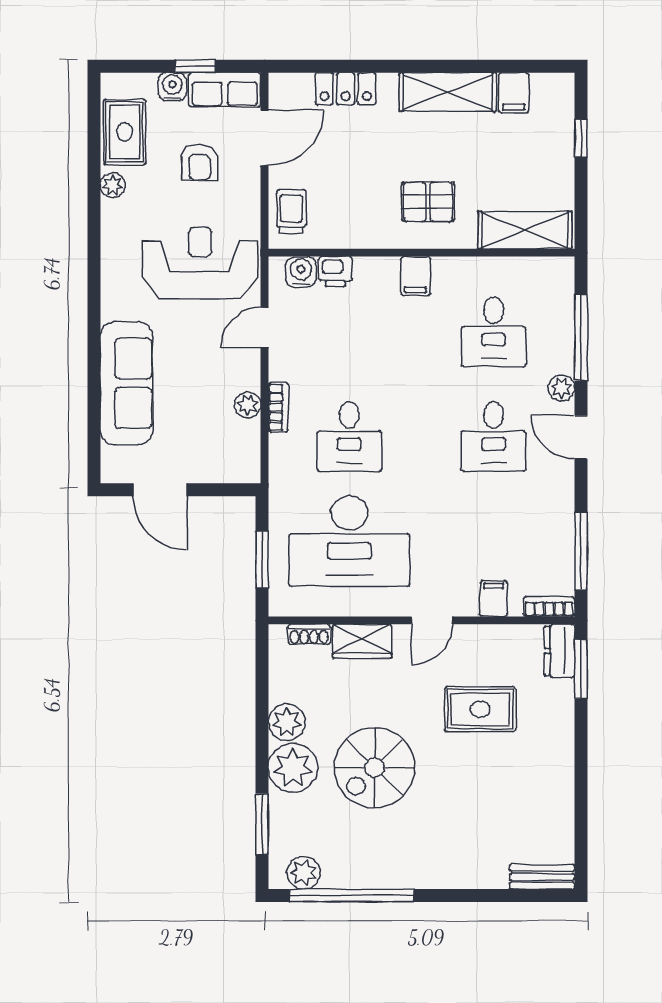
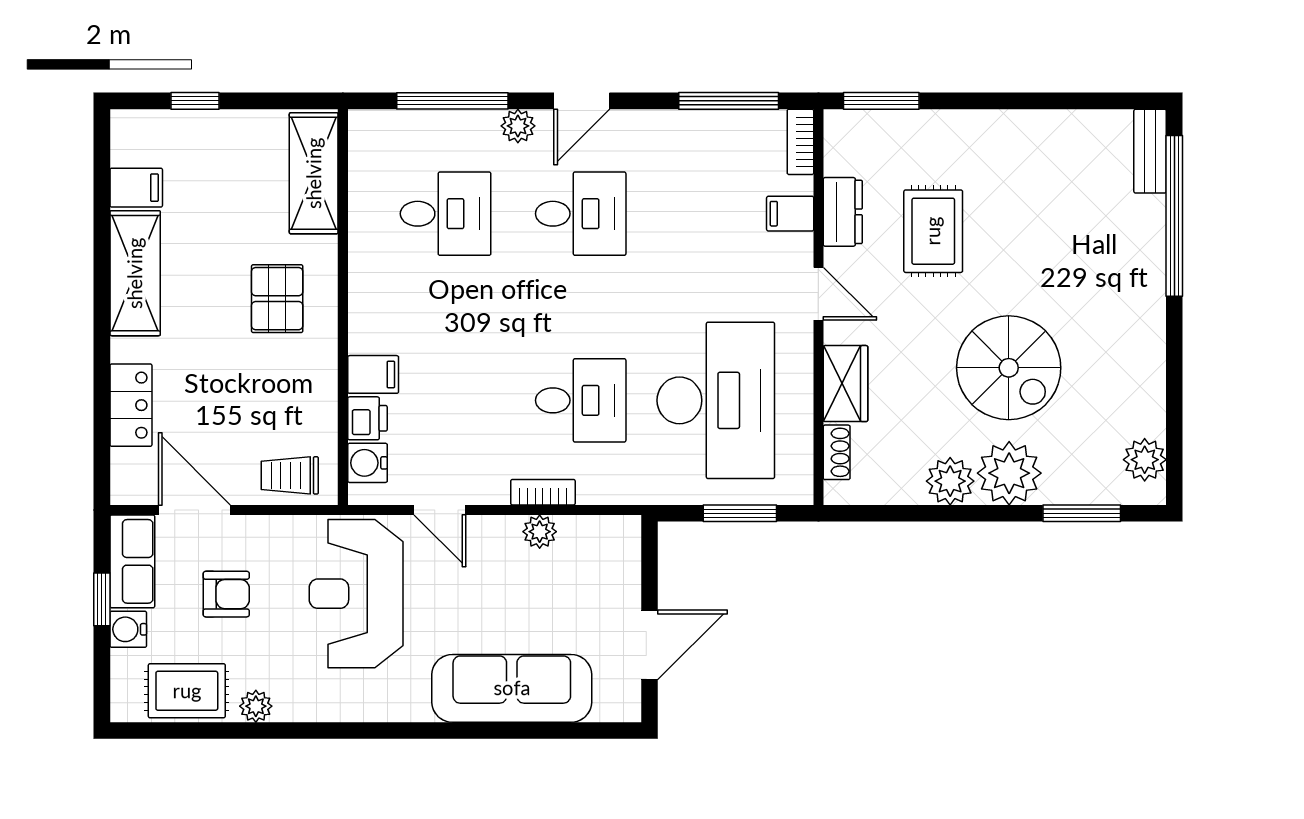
filing cabinet: (416, 276) -> (373, 374), moved
dresser: (560, 651) -> (843, 212), moved, turned -90
window: (351, 896) -> (1174, 216), moved

